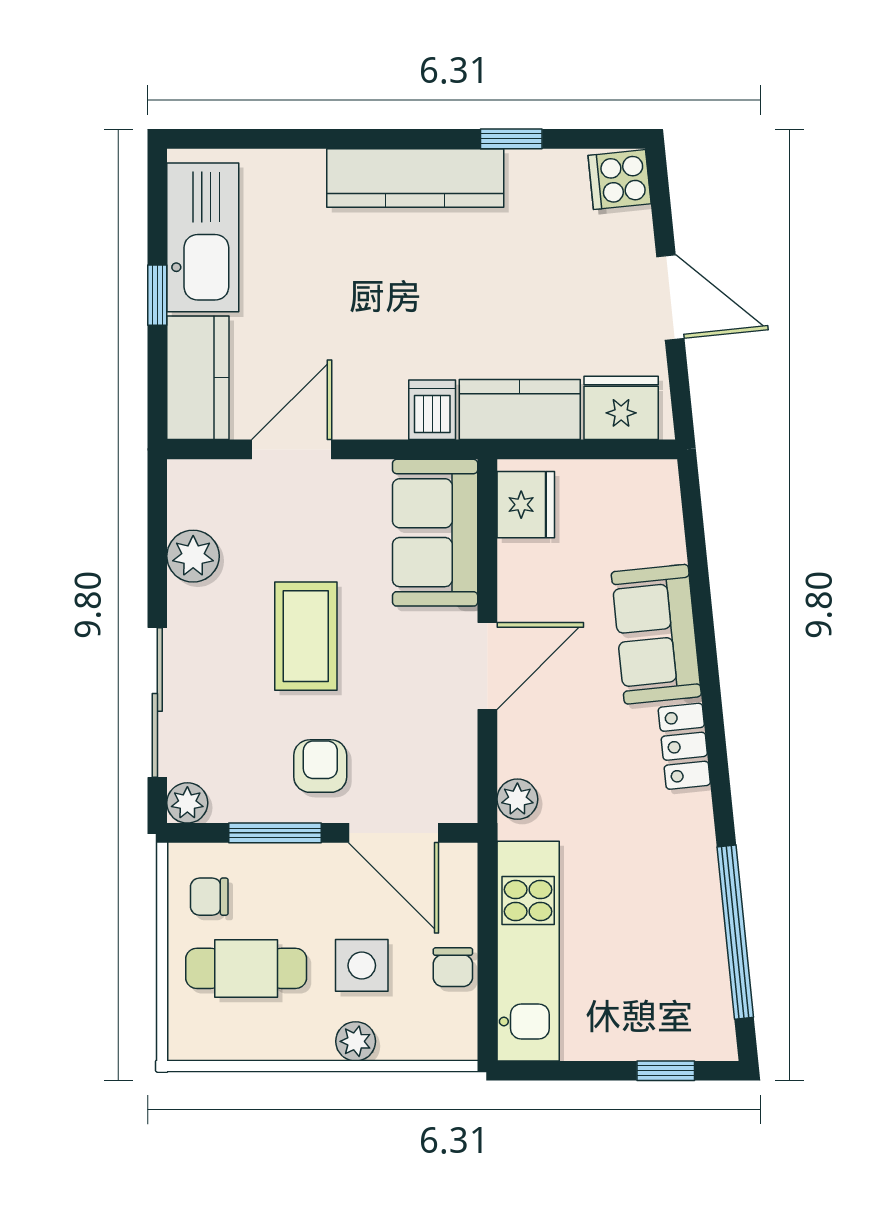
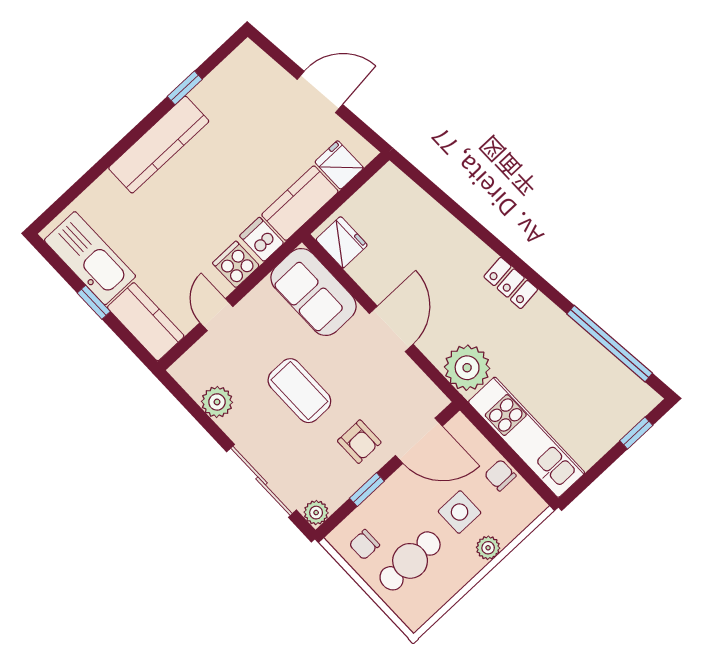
cooker: (620, 180) -> (236, 264), moved, turned 96
fridge: (621, 408) -> (339, 165), width x0.72
door: (292, 449) -> (216, 315), width x0.73
sofa: (656, 634) -> (452, 245), removed
armchair: (320, 766) -> (359, 442), turned 180
plant: (517, 799) -> (467, 368), width x1.87, depth x1.87
window: (275, 833) -> (367, 490), width x0.67
chair: (453, 967) -> (500, 475), turned 180

